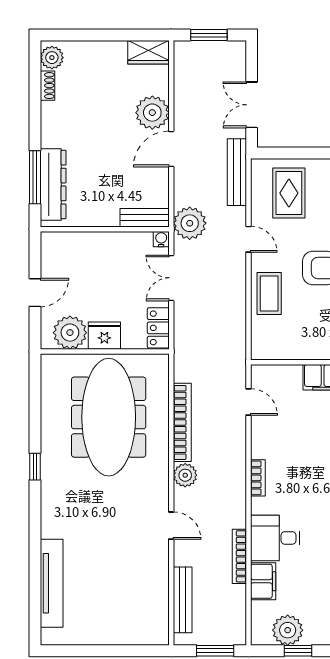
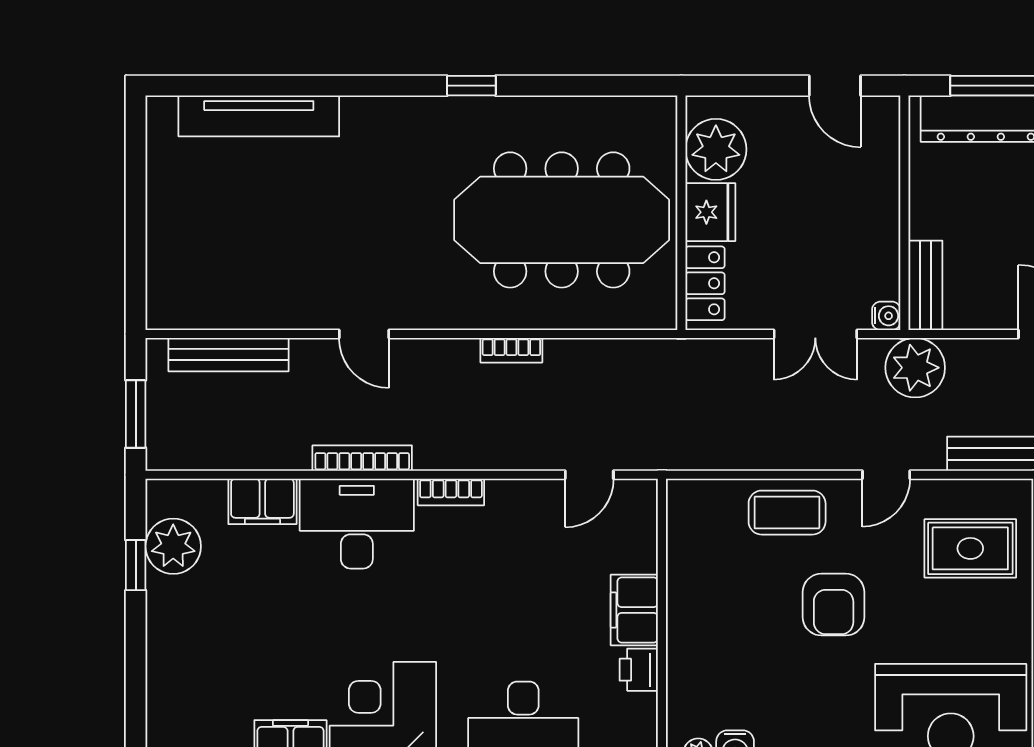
double door: (171, 278) -> (815, 334), swing flipped
door: (35, 293) -> (835, 86), moved
locker: (158, 328) -> (705, 283), moved, turned 90
bookcase: (182, 422) -> (511, 350), width x0.43, depth x0.76
plant: (185, 475) -> (456, 359), removed
door: (171, 526) -> (364, 334), hinge flipped
desk: (275, 538) -> (357, 524), width x1.37
bookcase: (239, 556) -> (362, 458), moved

